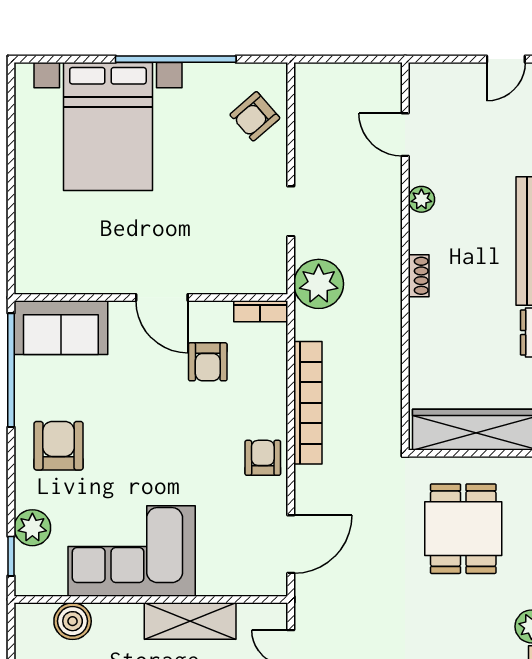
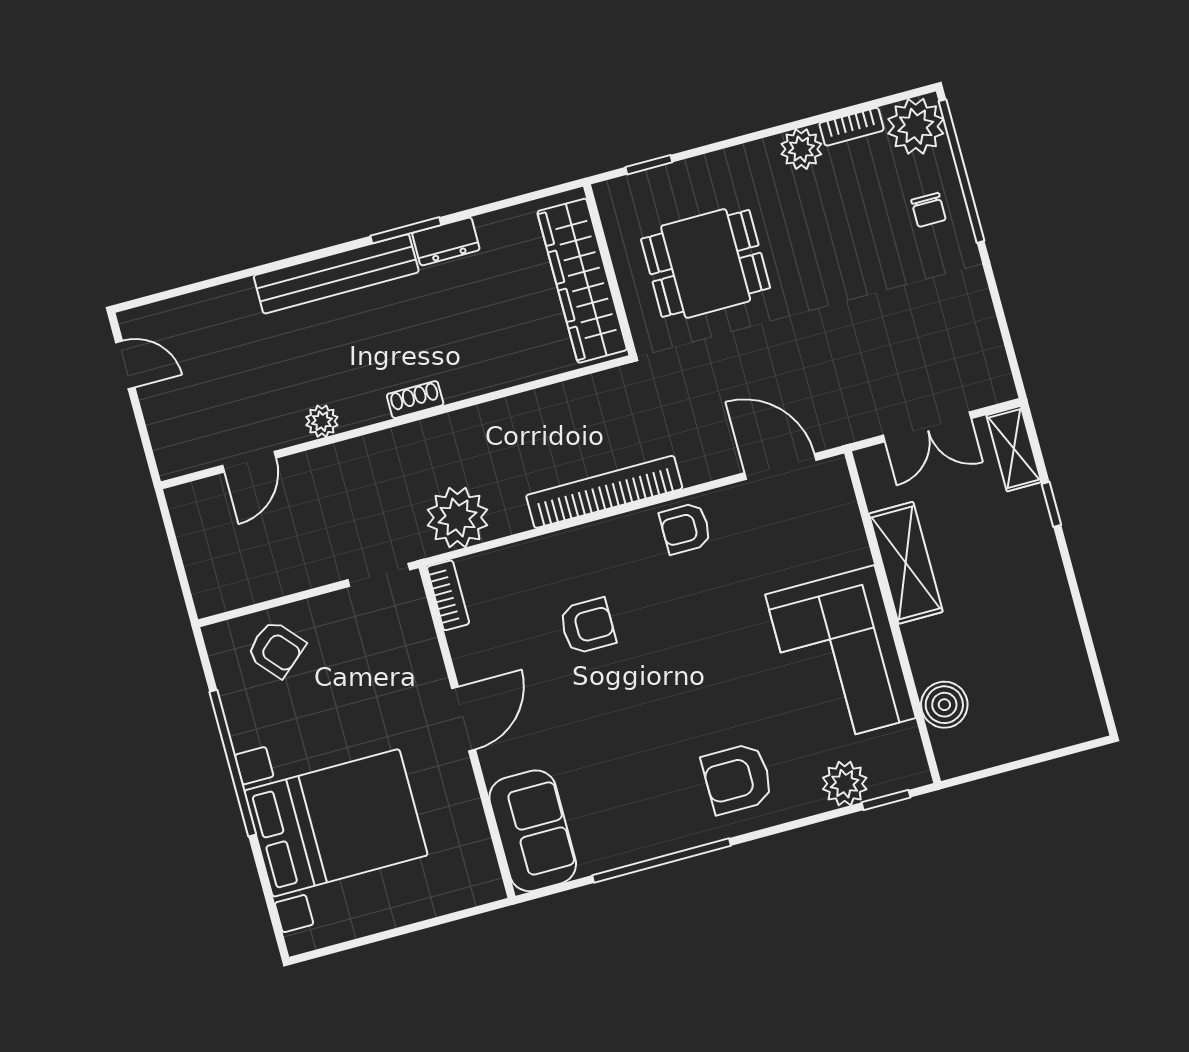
wall: (151, 297) -> (467, 732), moved
door: (162, 297) -> (463, 719), moved
bookcase: (260, 311) -> (448, 595), moved
sofa: (61, 328) -> (533, 831), moved

